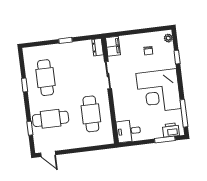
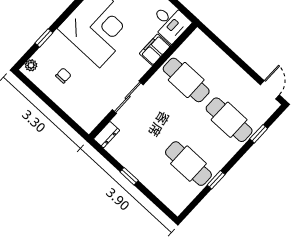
filing cabinet: (113, 46) -> (155, 50), moved
cafe table: (45, 78) -> (188, 164), turned 90
cafe table: (91, 114) -> (186, 80), turned 90

